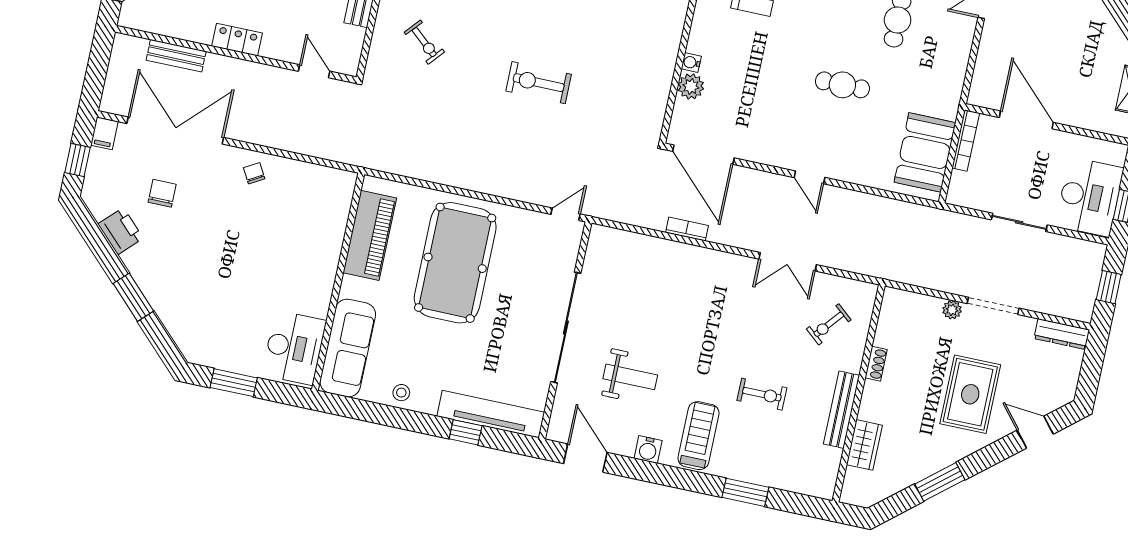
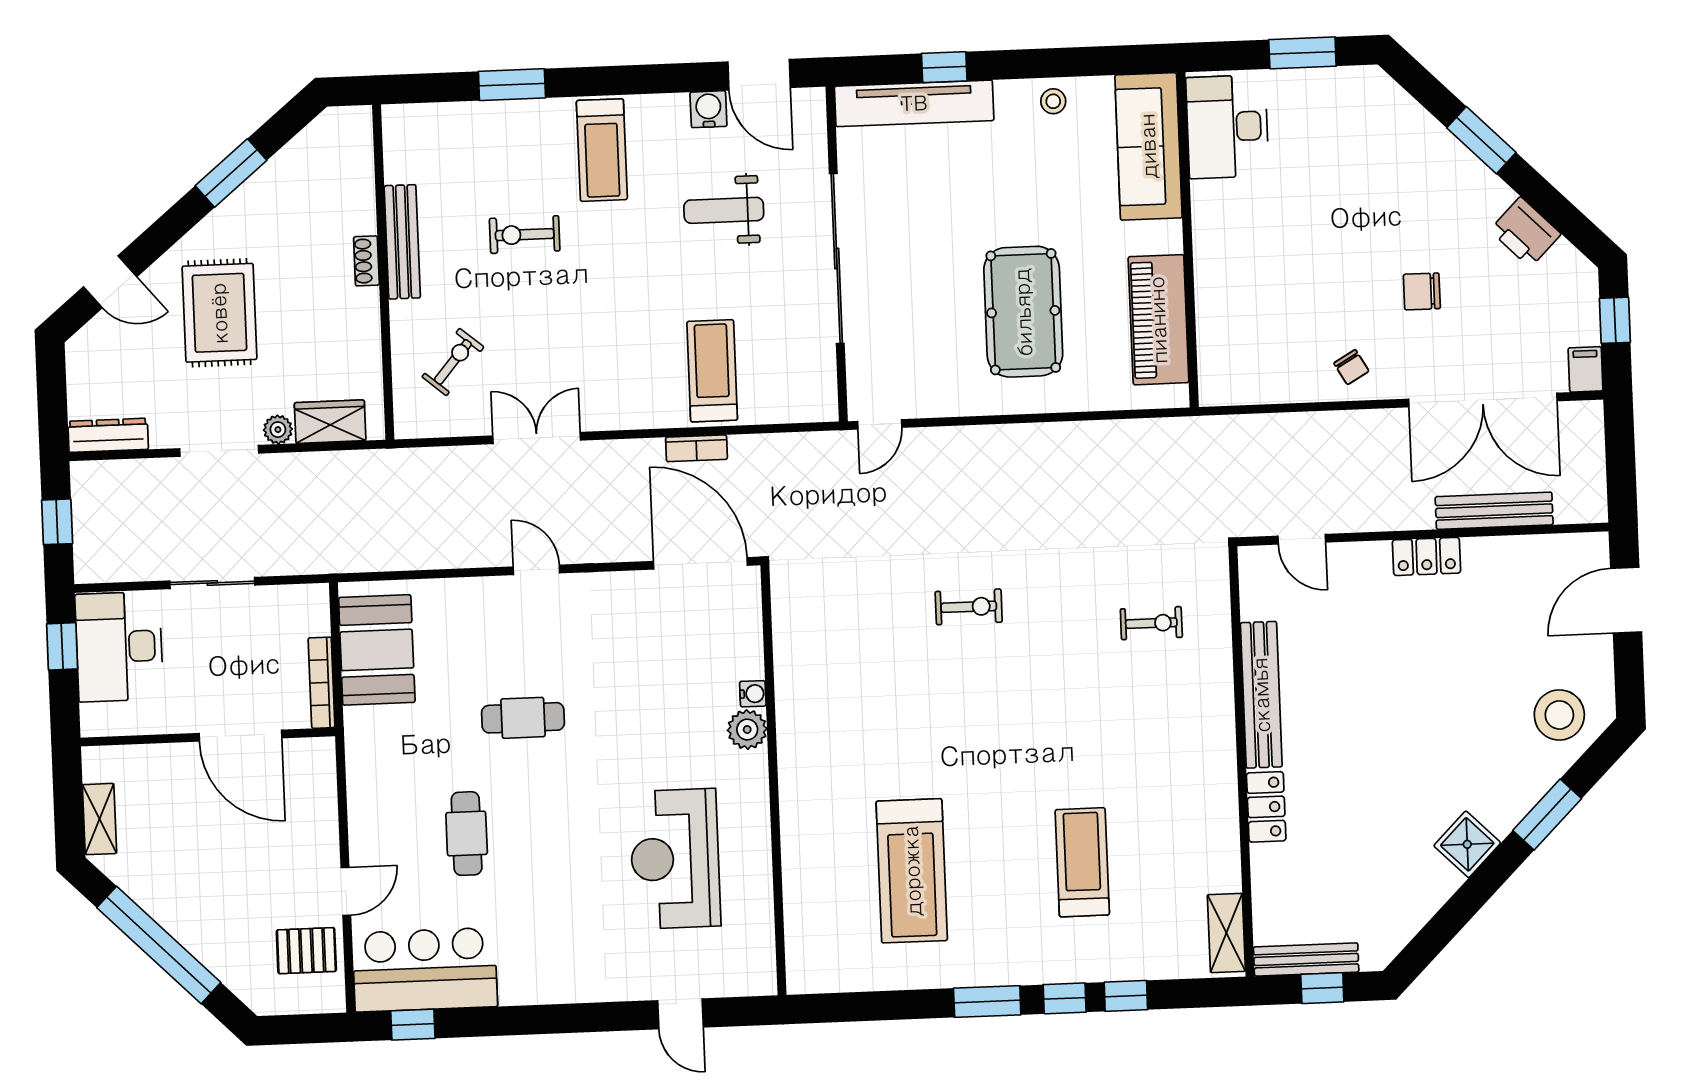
exercise bike: (424, 42) -> (1151, 623), turned 139
bench: (176, 56) -> (1494, 511), width x1.36
exercise bike: (539, 83) -> (969, 607), width x0.73, depth x0.72
plant: (691, 86) -> (747, 730), moved
chair: (162, 193) -> (1422, 291), moved, turned 90
pool table: (455, 263) -> (1023, 312), width x0.73, depth x0.76
treadmill: (664, 276) -> (712, 371), added
shoe rack: (876, 364) -> (366, 261), moved
wardrobe: (864, 445) -> (330, 422), moved, turned 90
water cooler: (648, 449) -> (708, 109), moved

